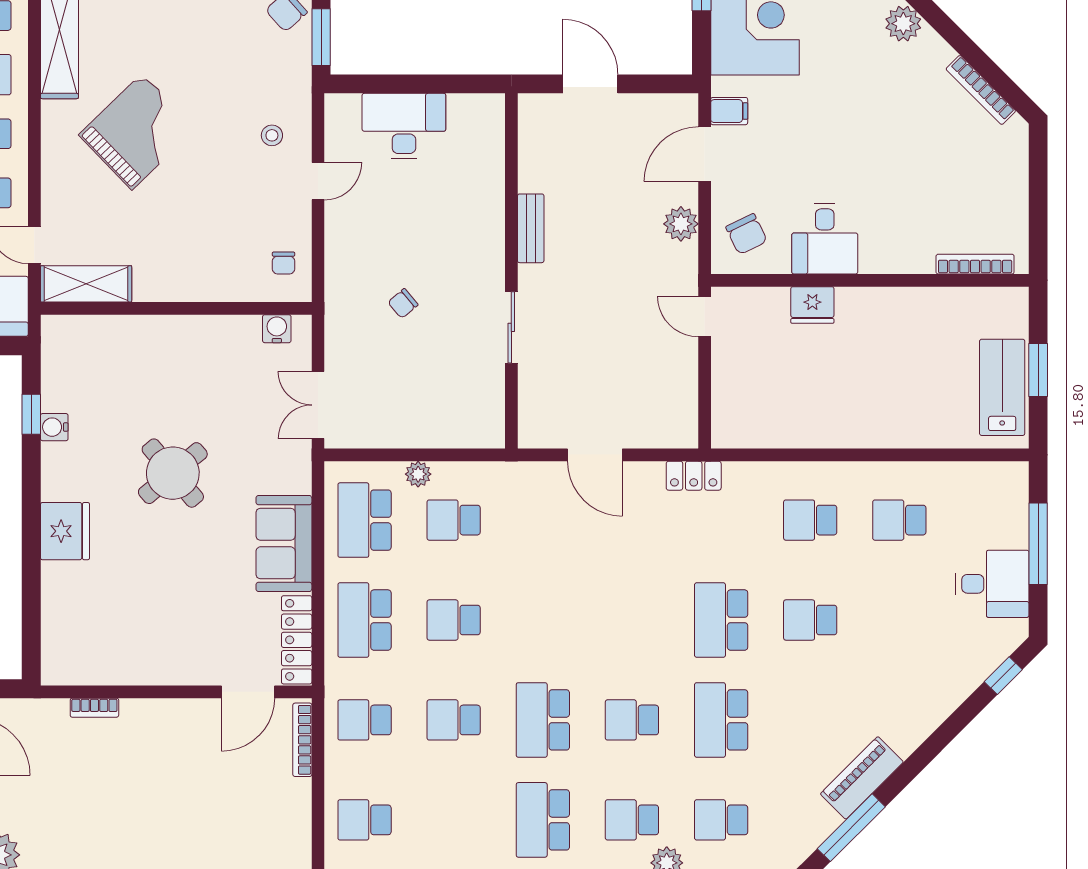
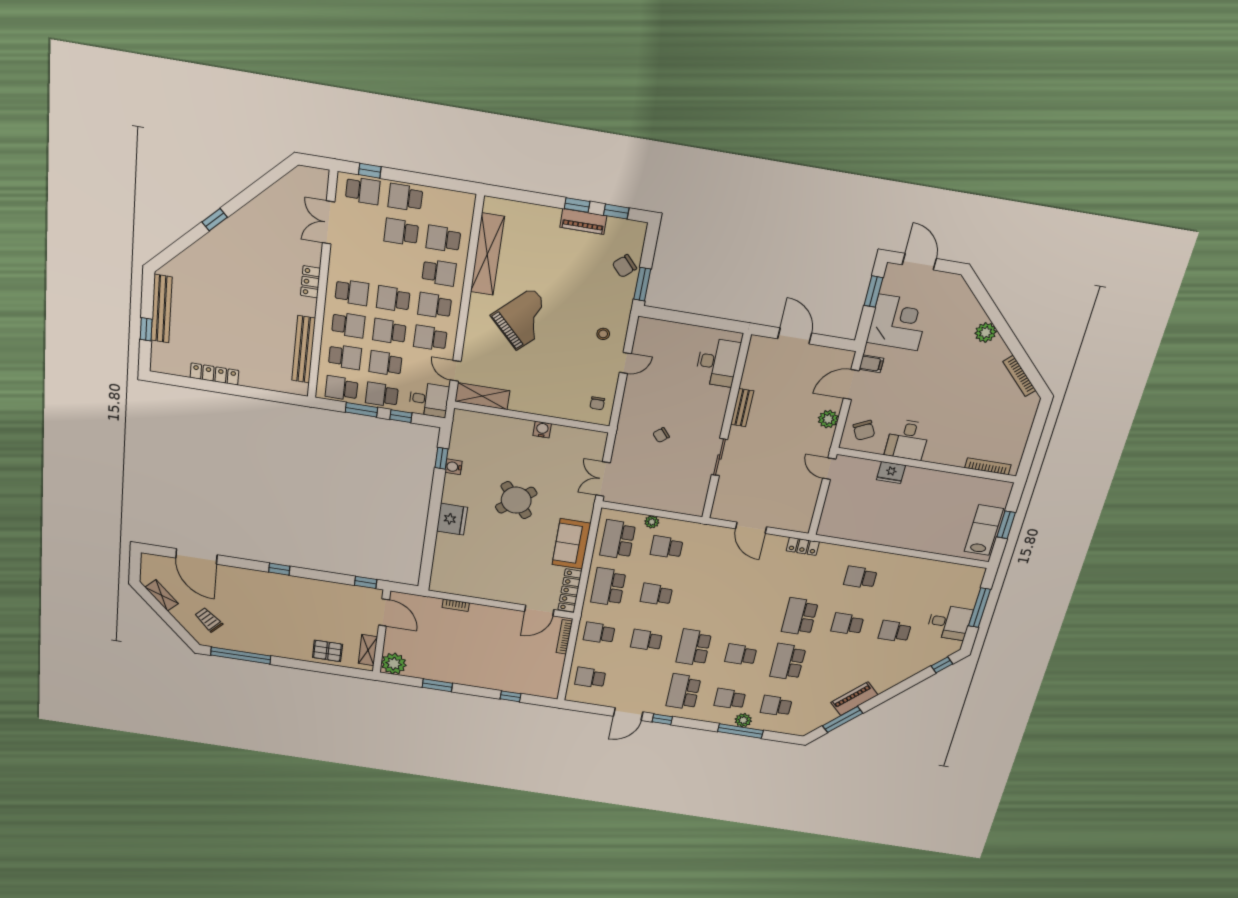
desk: (404, 126) -> (718, 362), moved, turned 90
water cooler: (277, 329) -> (542, 430), moved
school desk: (899, 520) -> (895, 631), moved

